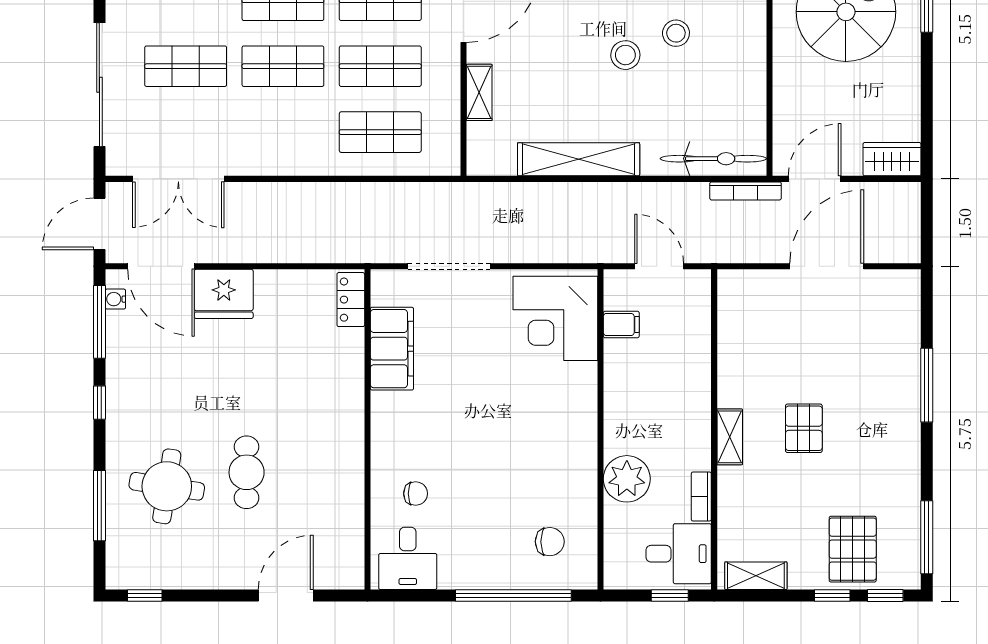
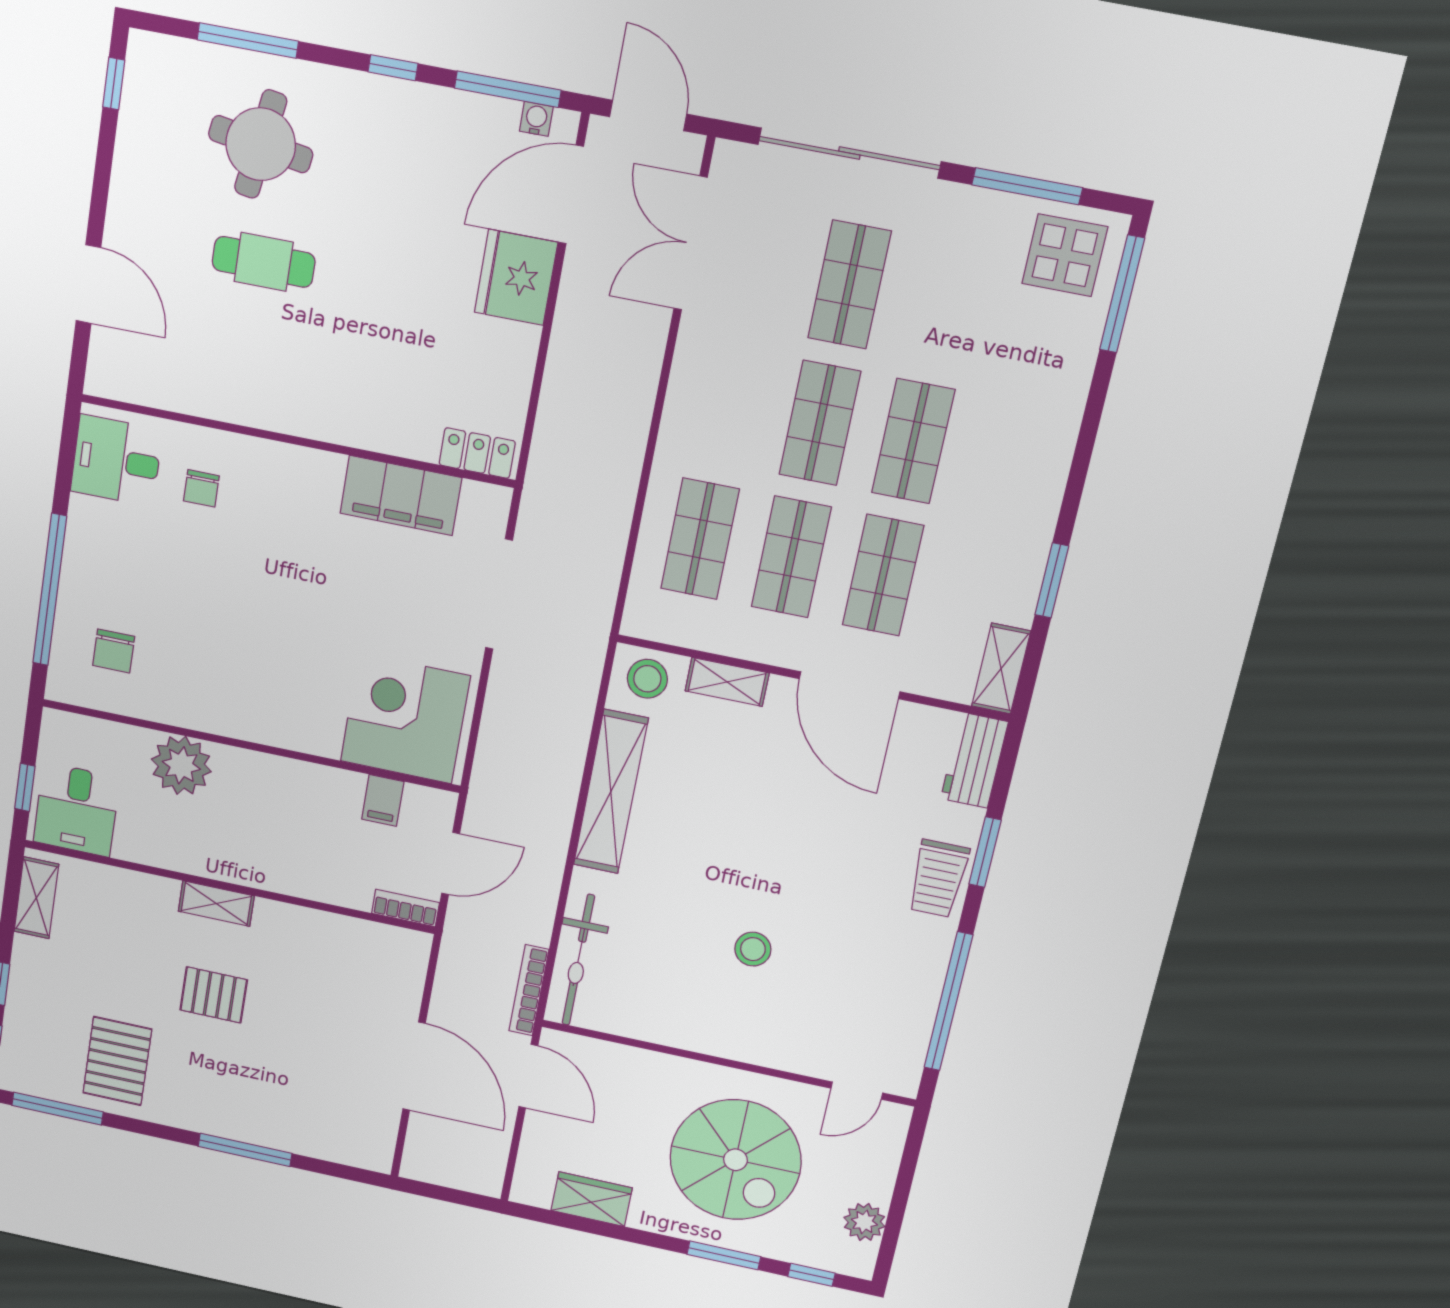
stool: (625, 55) -> (647, 679), moved
wardrobe: (892, 159) -> (592, 1199), moved, turned -90
bookcase: (701, 497) -> (405, 908), moved
pallet: (853, 549) -> (117, 1061), moved, turned 90

